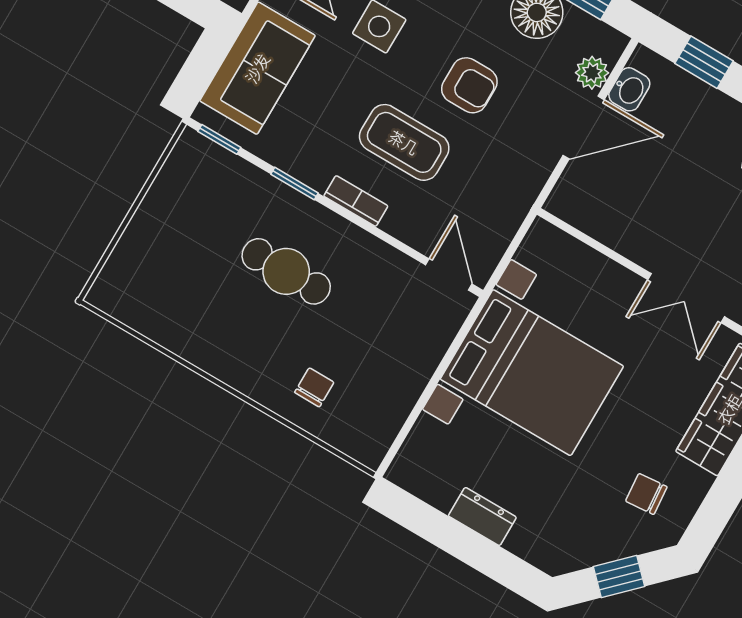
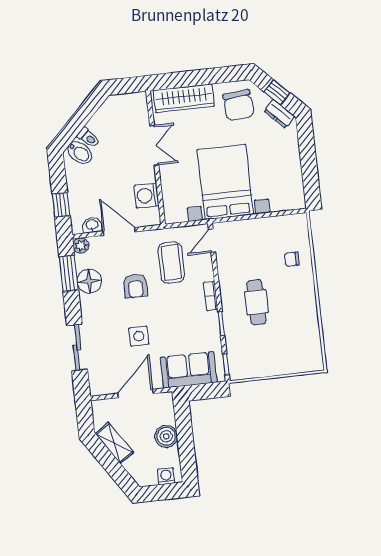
plant: (592, 73) -> (81, 245), moved
armchair: (469, 85) -> (135, 286), turned 180
coffee table: (404, 142) -> (171, 263), moved
washing machine: (610, 220) -> (147, 196), added
chair: (646, 494) -> (239, 105), width x1.87, depth x1.87
dresser: (482, 516) -> (279, 114), moved, turned -45

